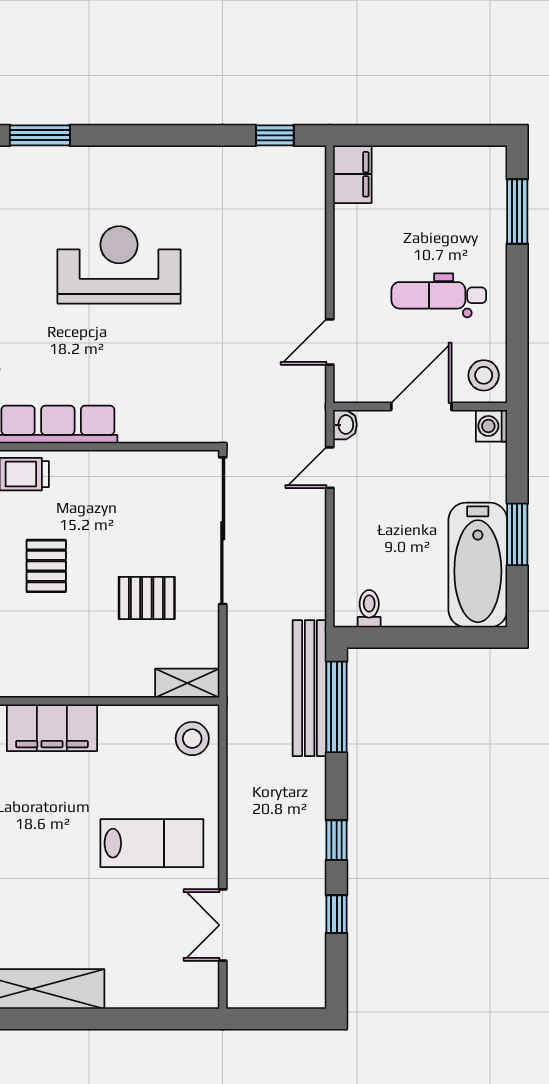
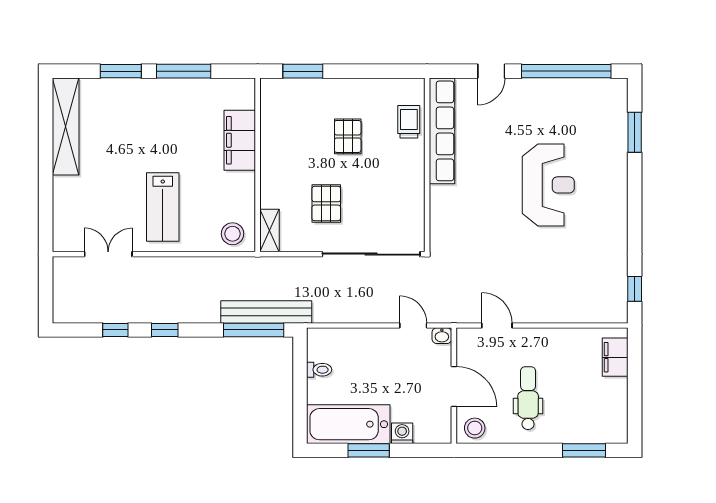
filing cabinet: (352, 174) -> (615, 357), moved, turned 90
washing machine: (491, 426) -> (402, 433), moved
pallet: (46, 566) -> (348, 136), turned 90
toilet: (369, 609) -> (319, 370), moved

